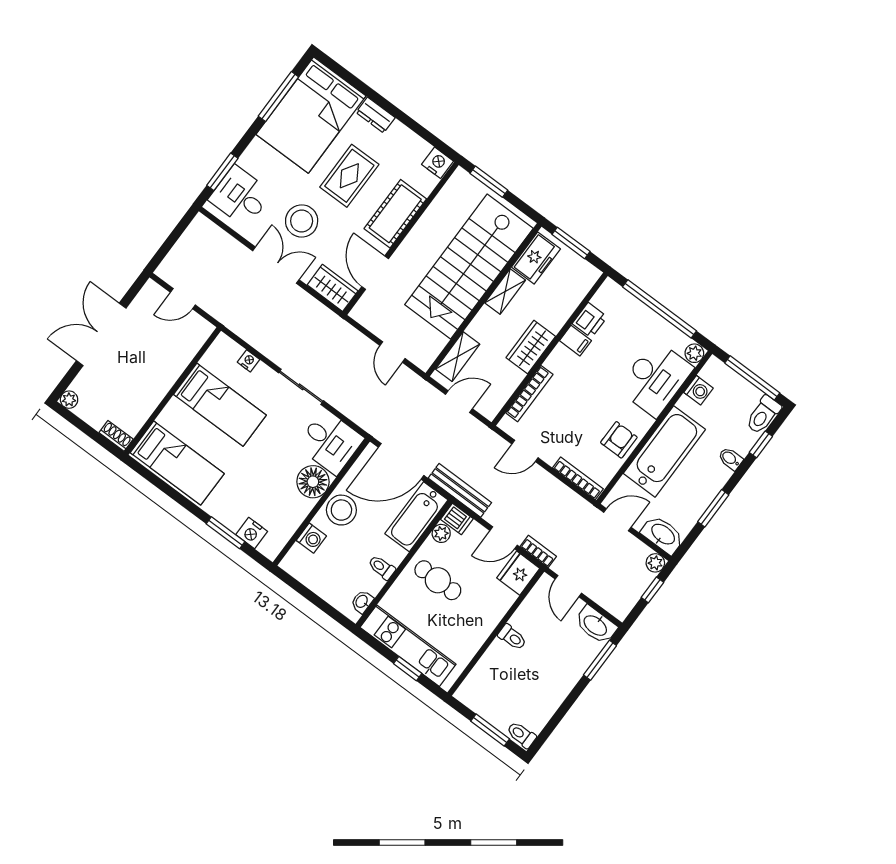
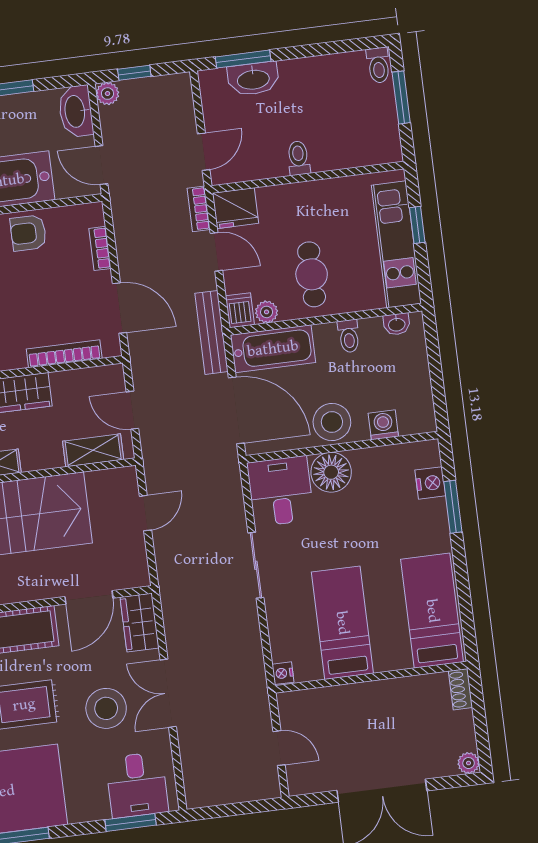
nightstand: (248, 361) -> (283, 673), moved
door: (525, 451) -> (120, 308), width x1.38
bookcase: (578, 478) -> (100, 248), width x0.64
washbasin: (596, 625) -> (253, 79), moved, turned 90

